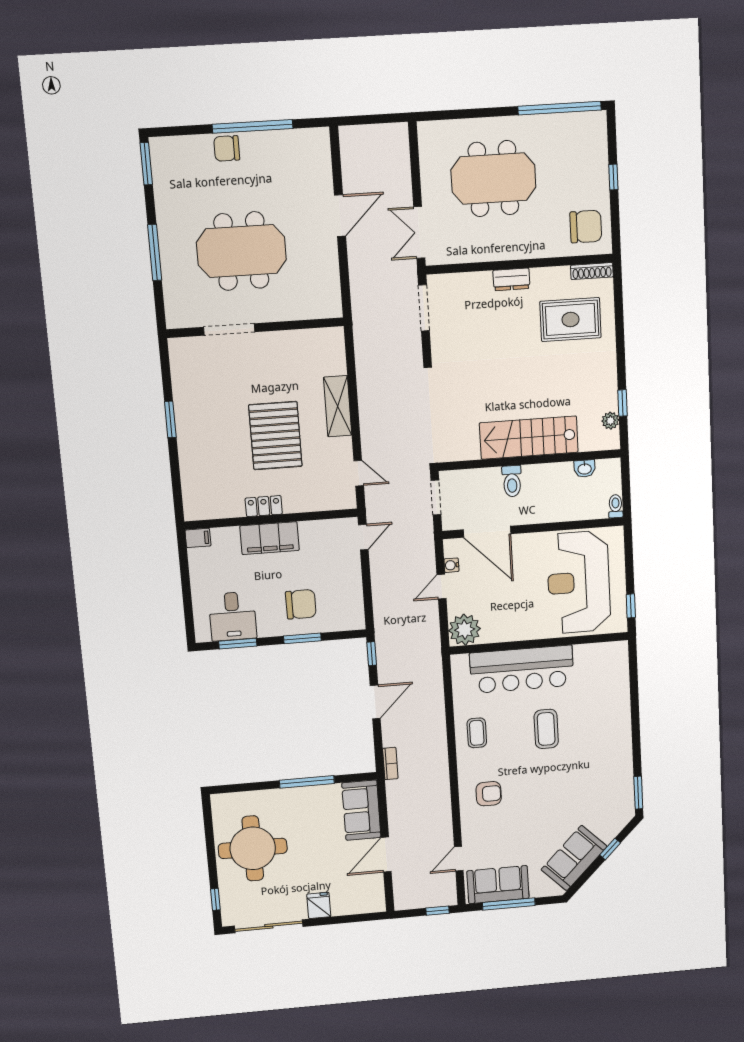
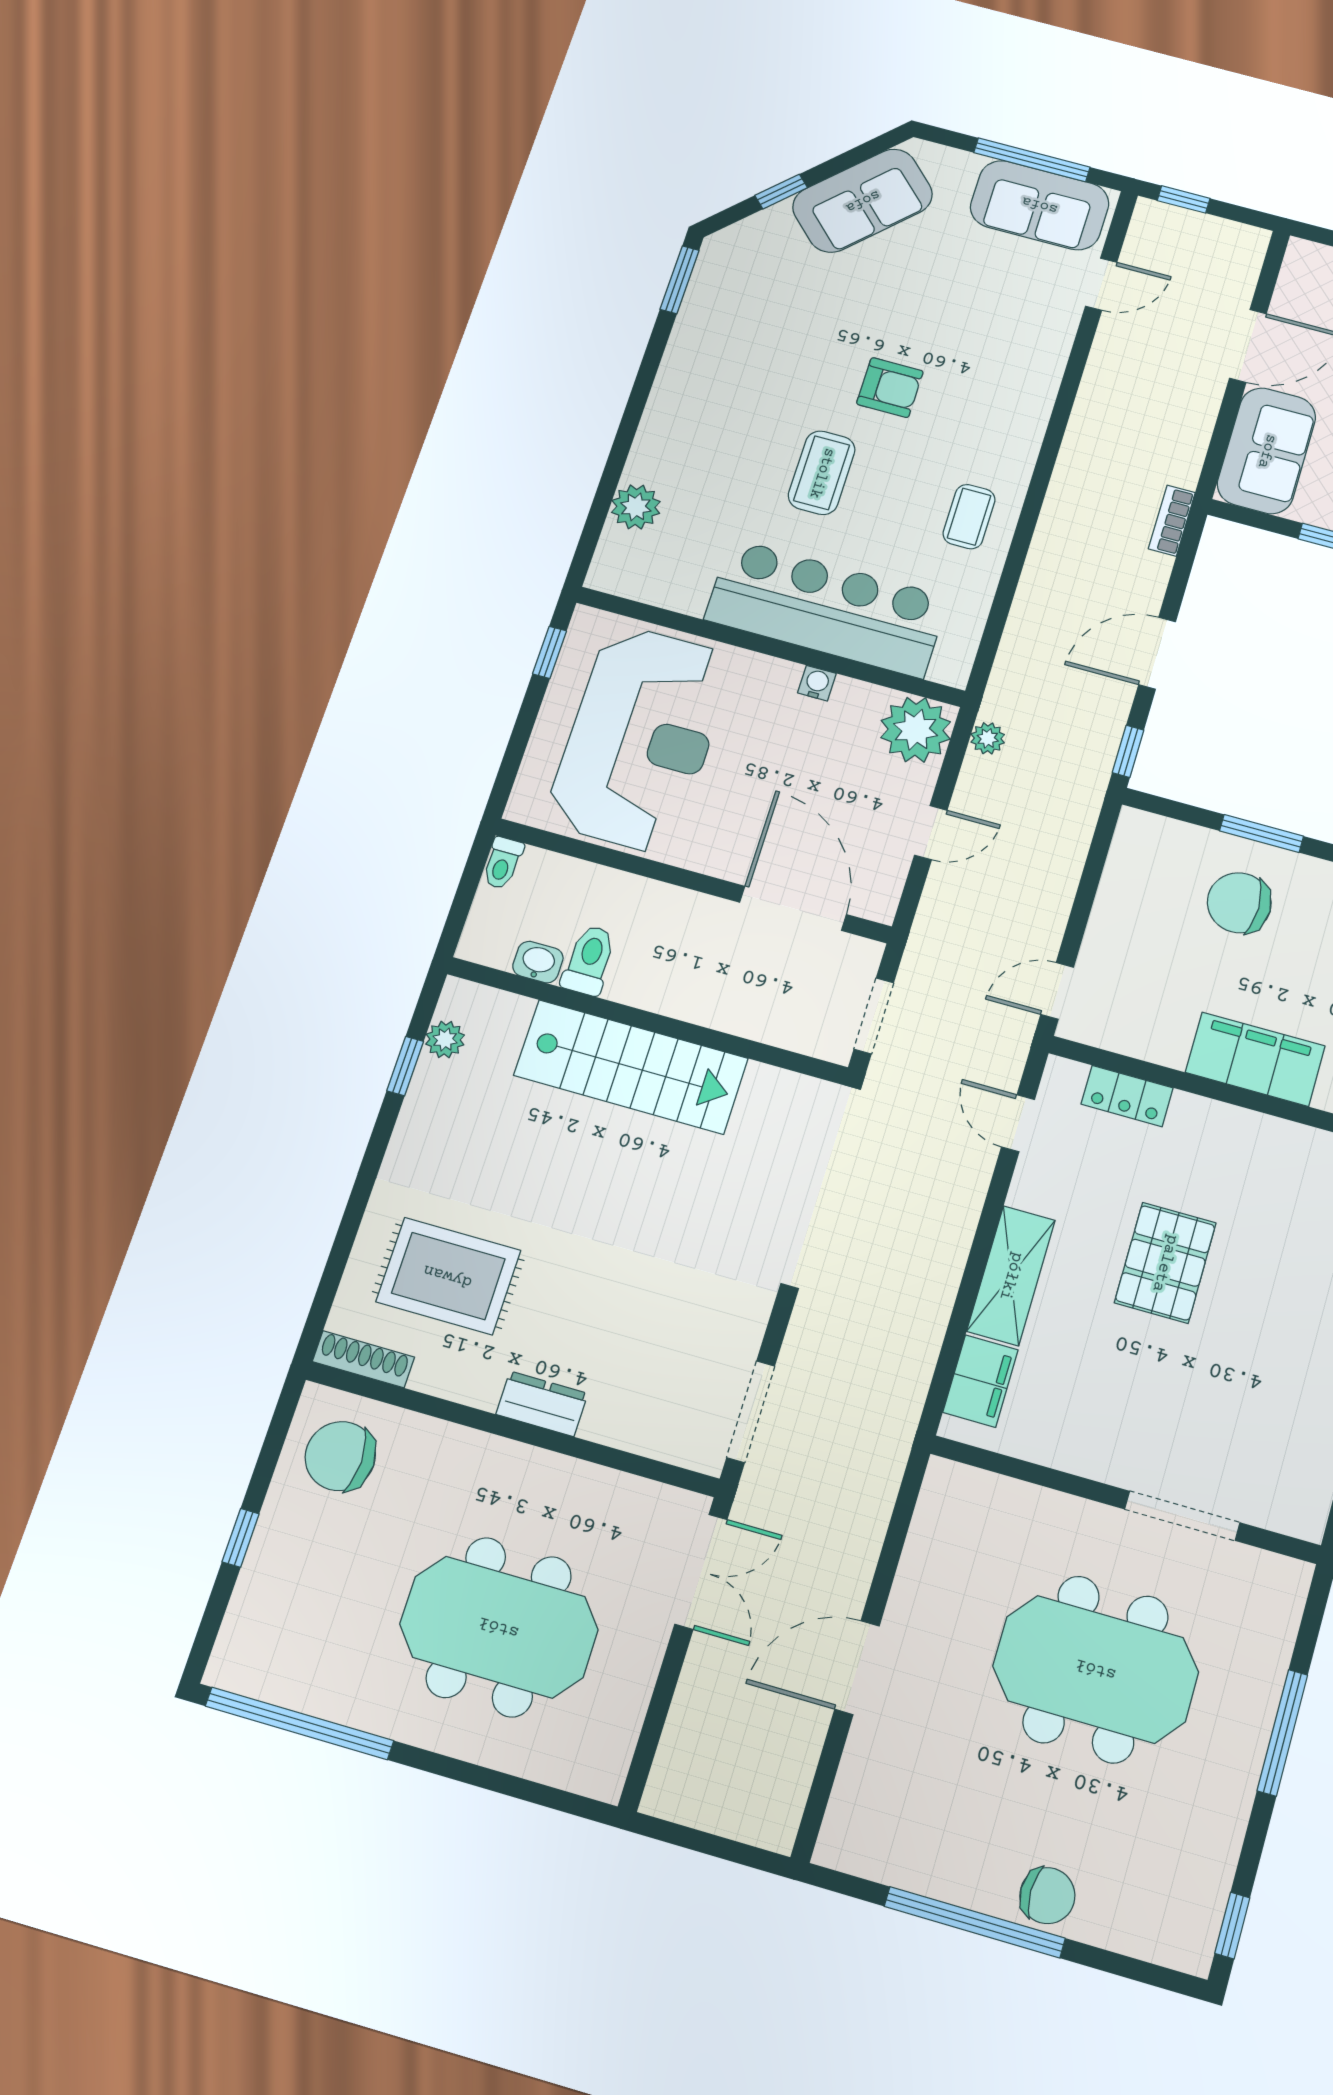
window: (146, 164) -> (1232, 1926), width x0.67
filing cabinet: (334, 356) -> (980, 1381), added
pallet: (275, 436) -> (1165, 1263), width x0.73, depth x0.71
toilet: (512, 481) -> (589, 960), moved
locker: (264, 506) -> (1127, 1096), moved
water cooler: (451, 565) -> (817, 683), moved, turned -90
plant: (433, 637) -> (988, 738), added
plant: (619, 684) -> (636, 507), added
armchair: (489, 794) -> (890, 388), moved, turned 180

